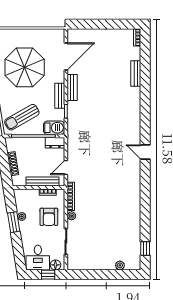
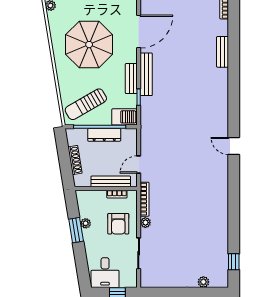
bench: (72, 87) -> (146, 74), width x1.36
dresser: (55, 143) -> (104, 135), moved, width x1.44
floor lamp: (55, 265) -> (126, 281), removed

